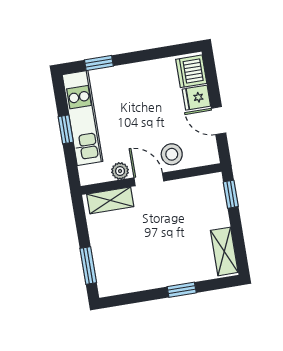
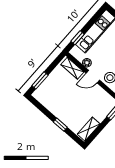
window: (66, 129) -> (77, 38), moved
door: (149, 179) -> (93, 77), swing flipped

